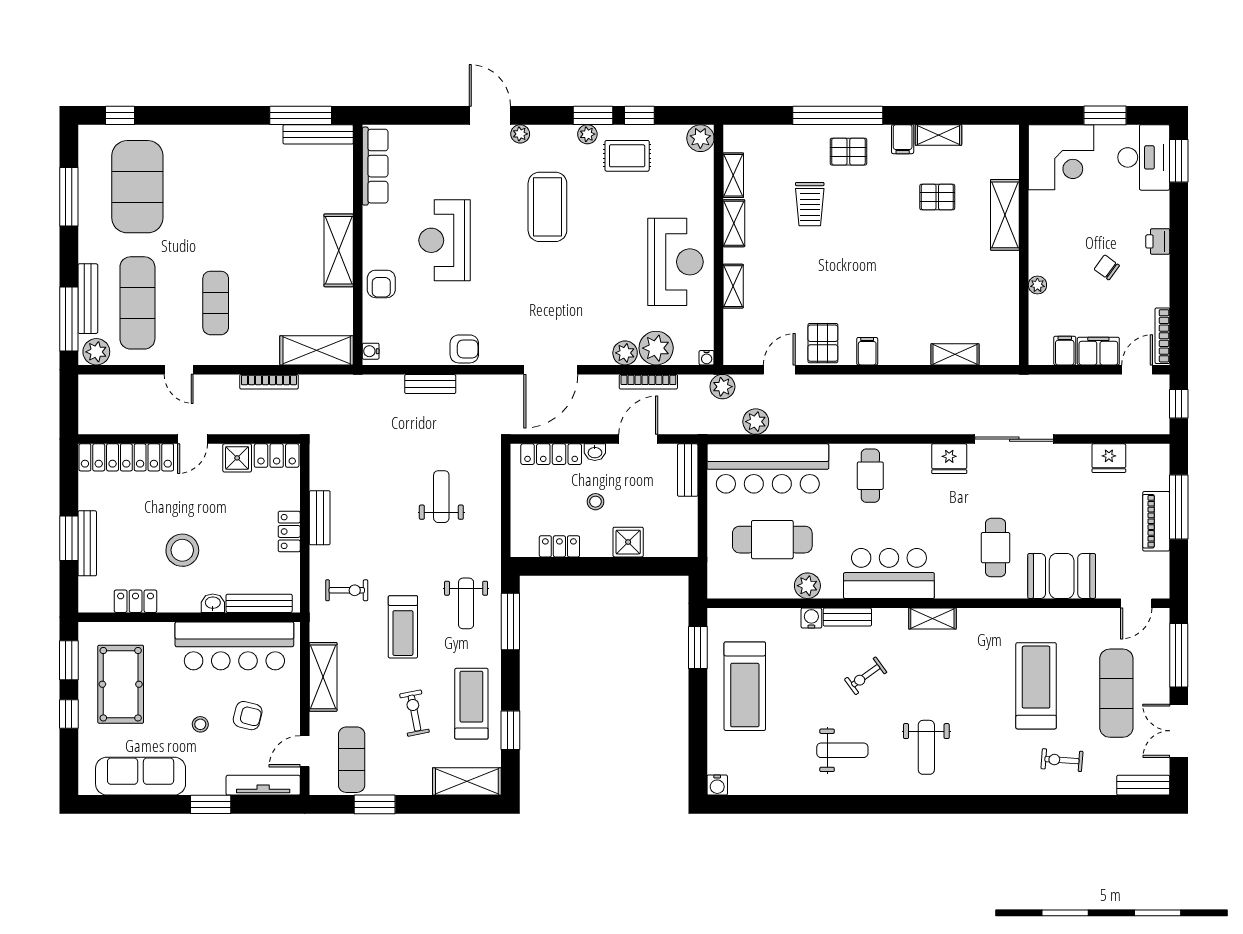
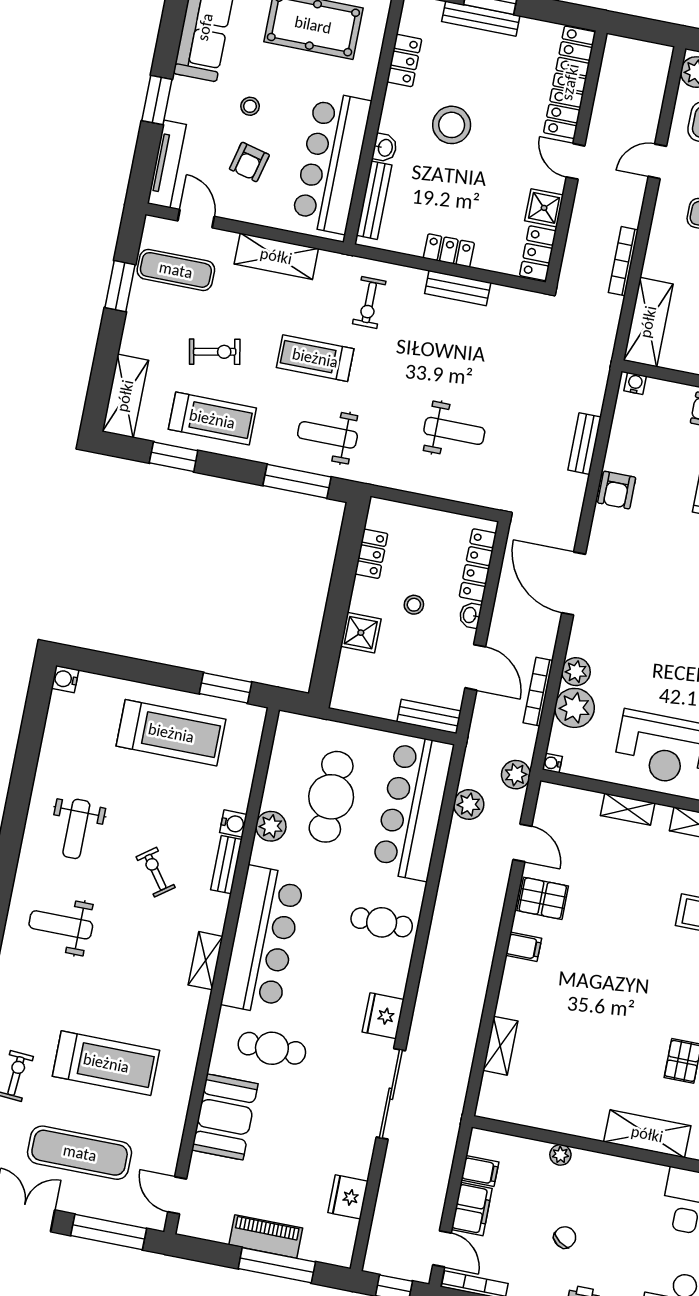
bar counter: (889, 573) -> (263, 940), width x1.36
treadmill: (745, 686) -> (171, 733), turned 180

